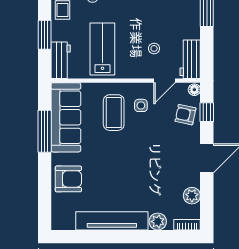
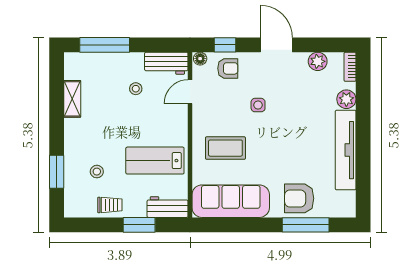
stool: (154, 48) -> (136, 89), moved
door: (165, 81) -> (190, 92), swing flipped
side table: (141, 105) -> (258, 105), moved
armchair: (185, 115) -> (228, 68), turned -102
window: (45, 131) -> (306, 225), moved
armchair: (68, 179) -> (299, 198), turned -90

